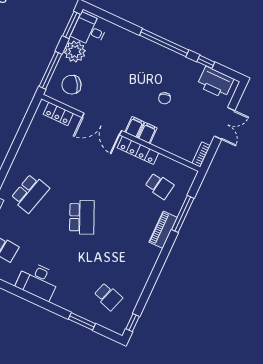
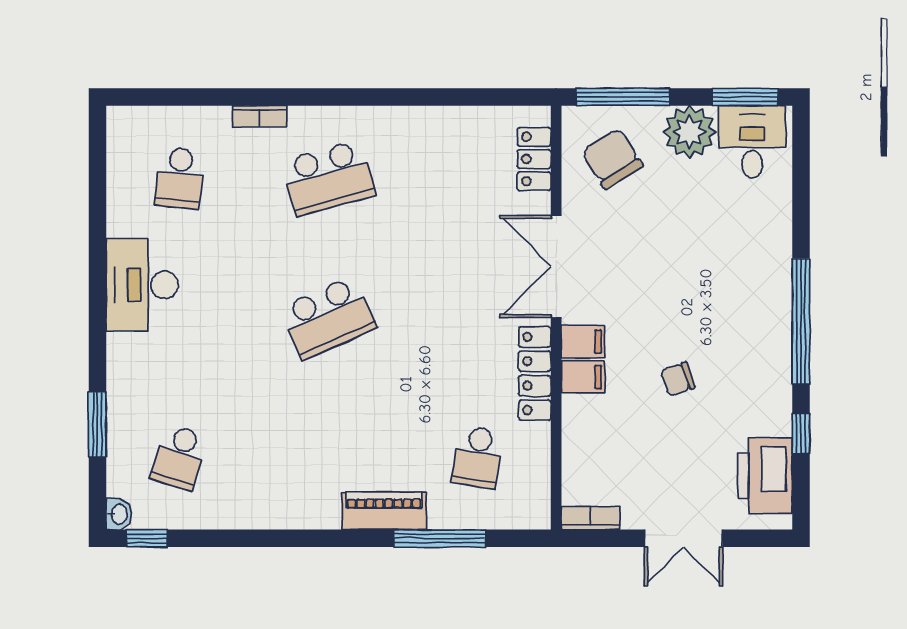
school desk: (30, 193) -> (328, 178), turned -30
washbasin: (119, 329) -> (119, 514), added

